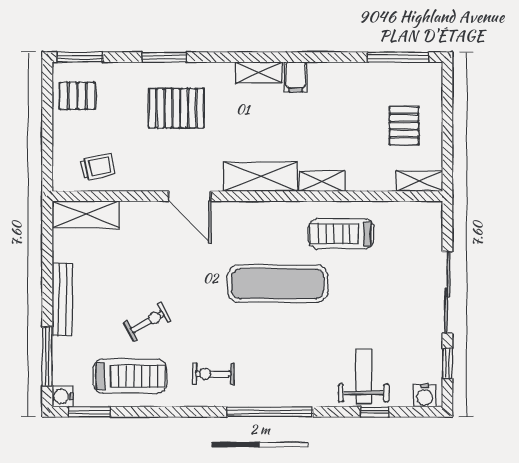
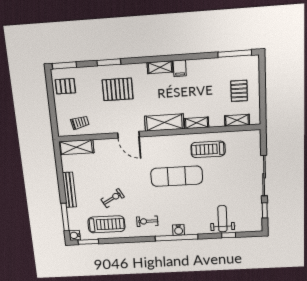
shelving: (420, 181) -> (237, 120), moved
water cooler: (425, 396) -> (179, 230), moved

